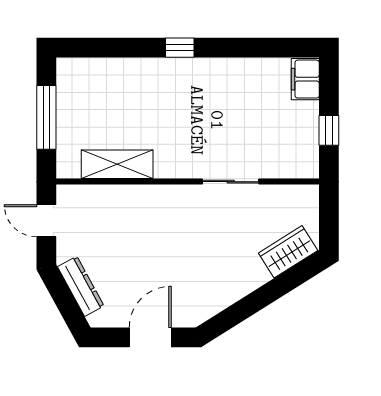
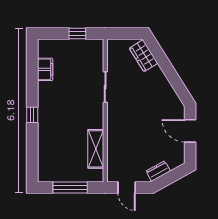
filing cabinet: (305, 79) -> (45, 69), moved, turned -90
door: (46, 221) -> (127, 187), hinge flipped
dresser: (81, 286) -> (158, 171), width x0.70

